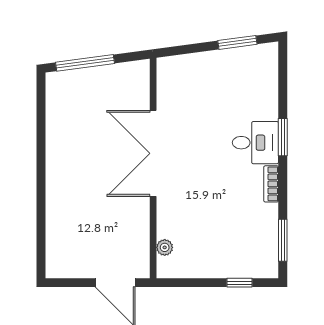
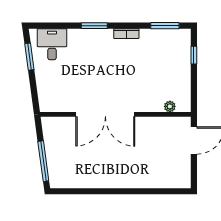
desk: (255, 143) -> (52, 44), moved

